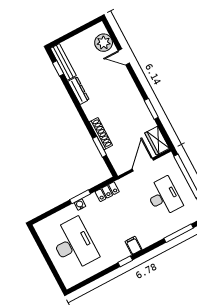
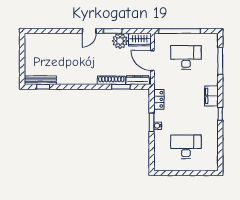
plant: (104, 43) -> (120, 41), moved
door: (124, 57) -> (89, 31), moved
dresser: (78, 91) -> (138, 80), moved
desk: (74, 244) -> (186, 147), width x0.73, depth x0.77
filing cabinet: (134, 246) -> (211, 96), width x2.00

